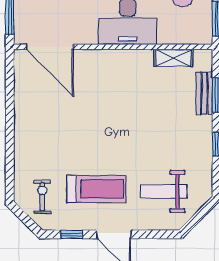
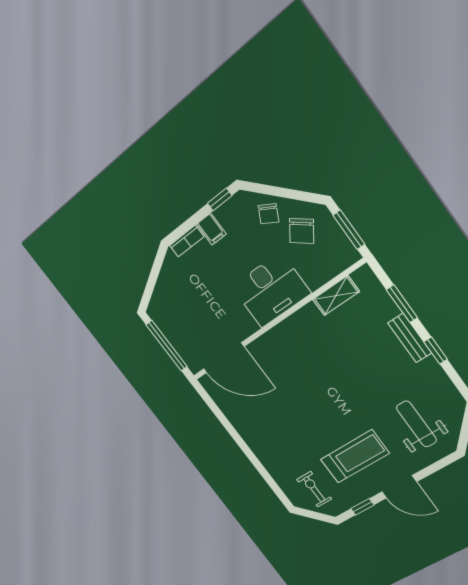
bench: (204, 93) -> (410, 338), moved
weight bench: (163, 192) -> (416, 424), turned 90

